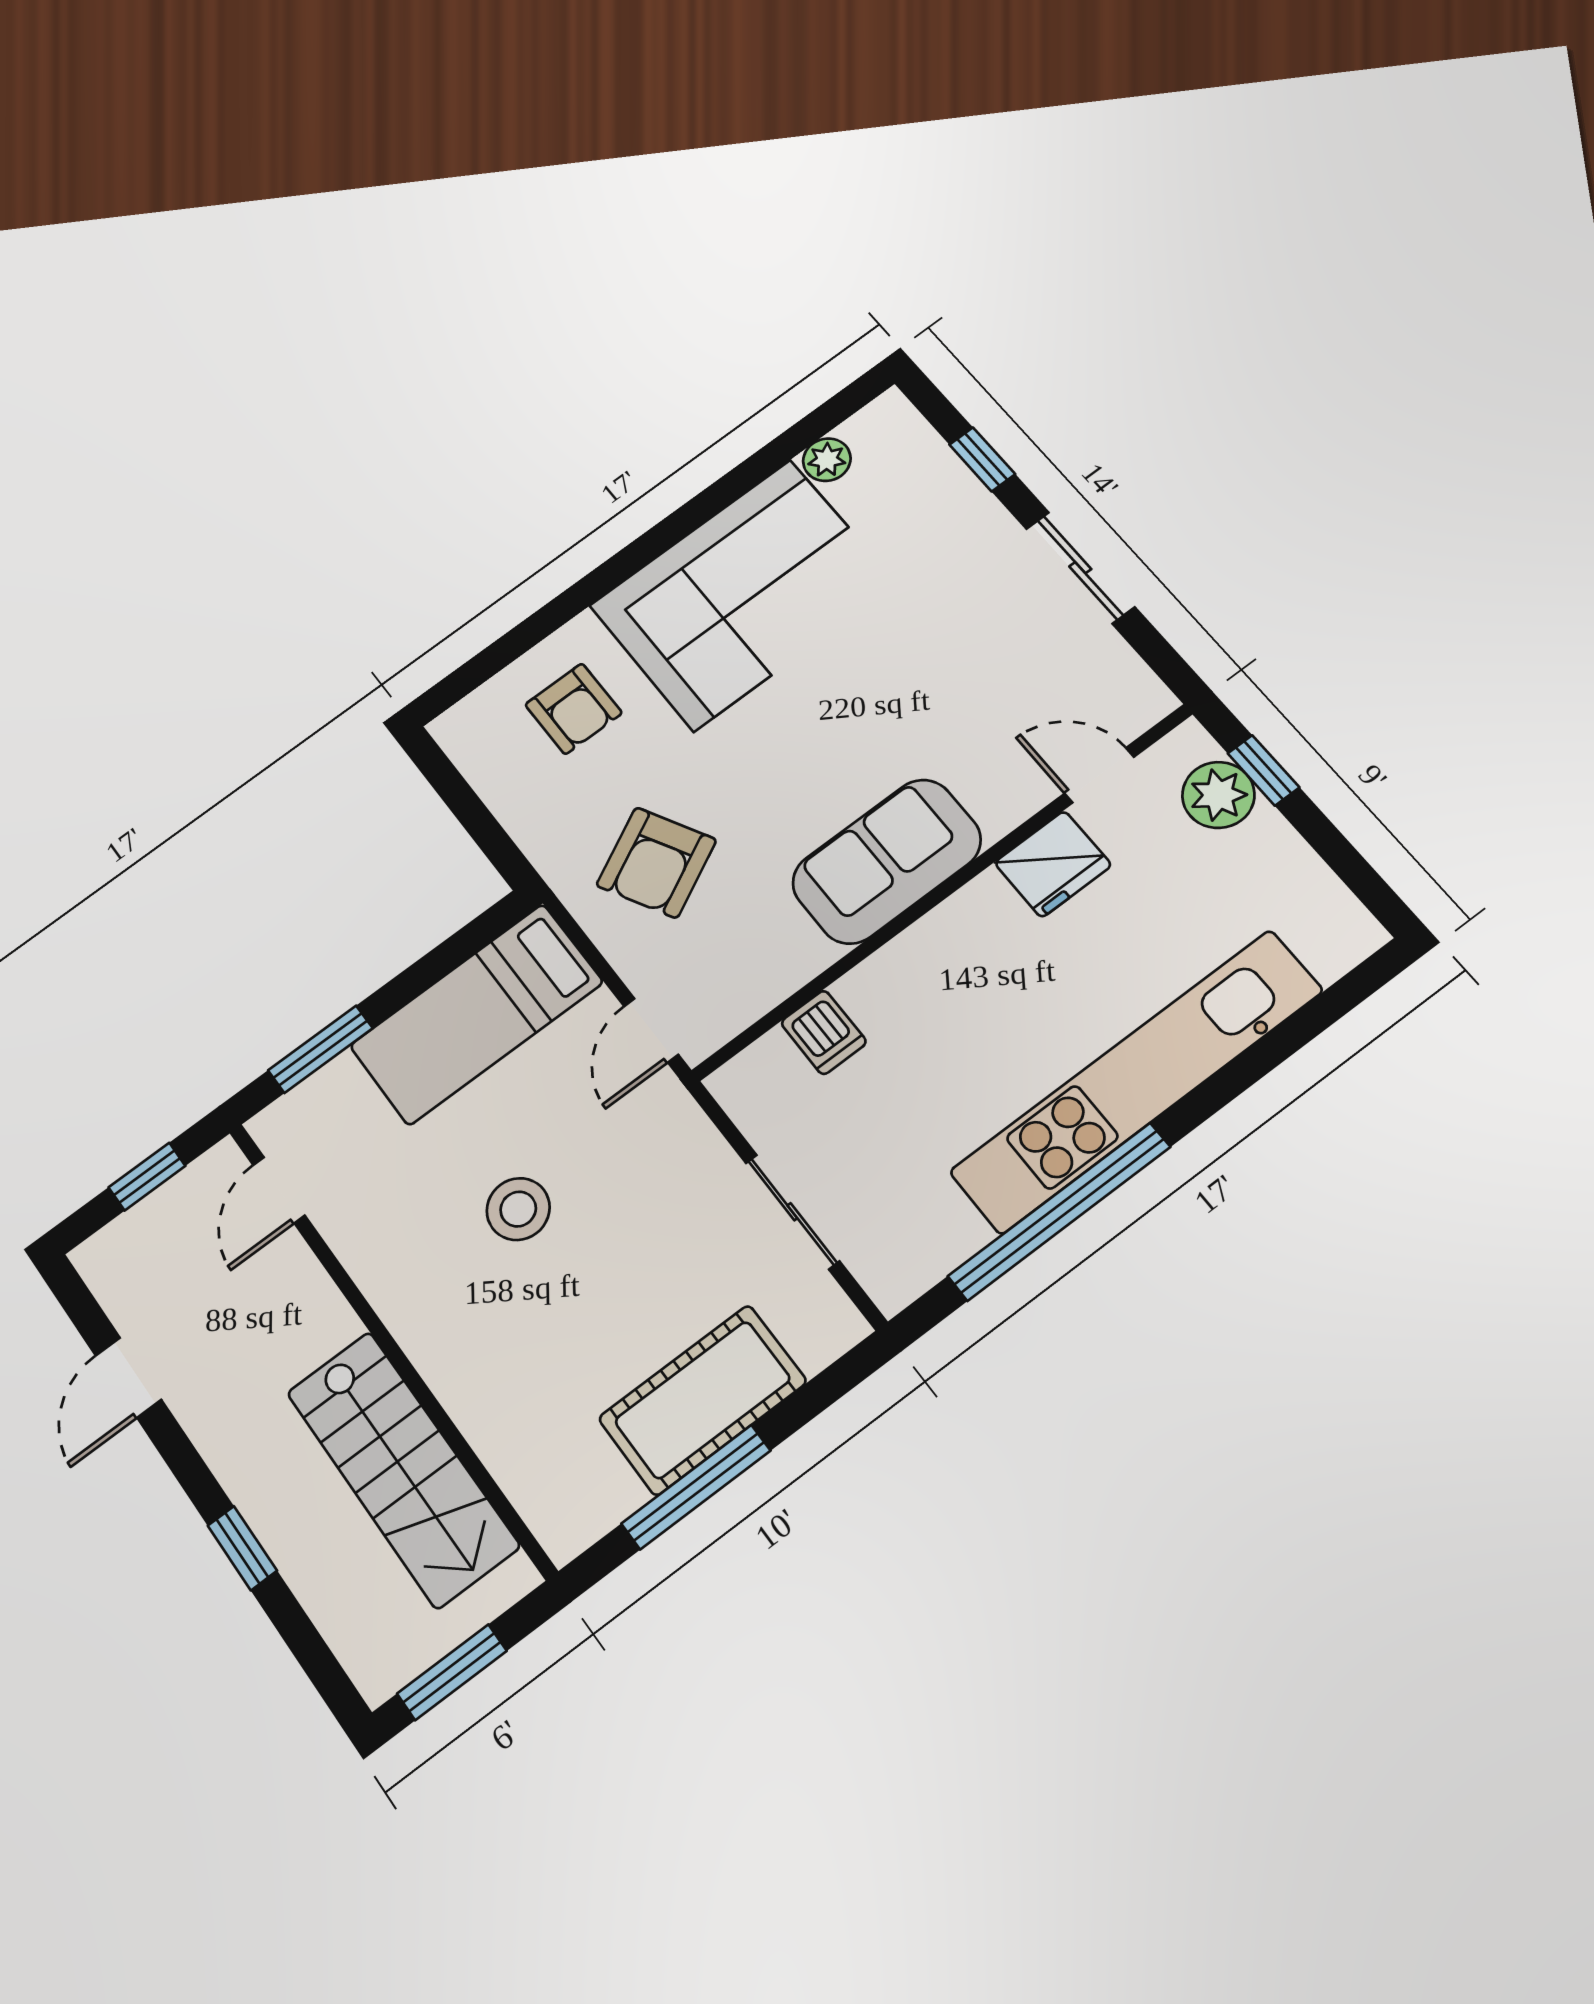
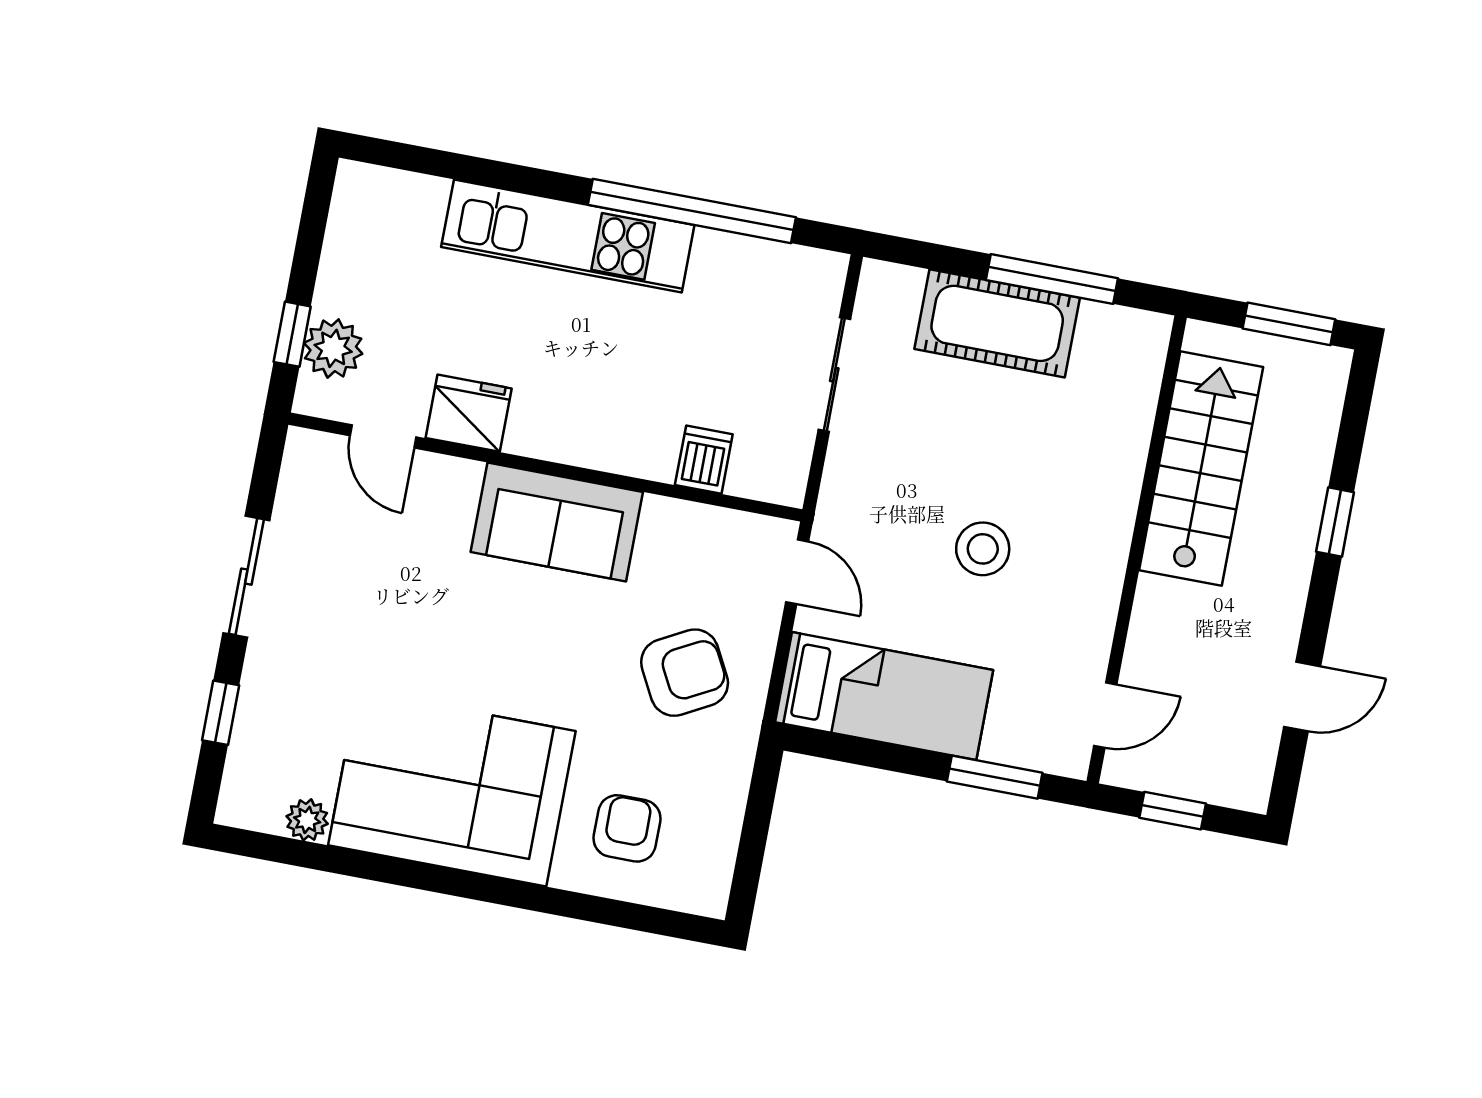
door: (651, 1030) -> (797, 572), hinge flipped
kitchen unit: (1137, 1081) -> (568, 236), width x0.73

